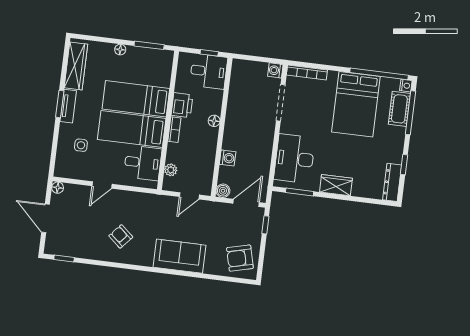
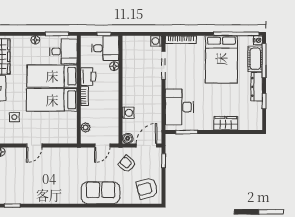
floor lamp: (214, 121) -> (114, 66), moved
desk: (143, 163) -> (63, 51), moved
dresser: (392, 182) -> (257, 87), moved
wardrobe: (336, 185) -> (226, 123), moved
armchair: (121, 236) -> (127, 164), moved

